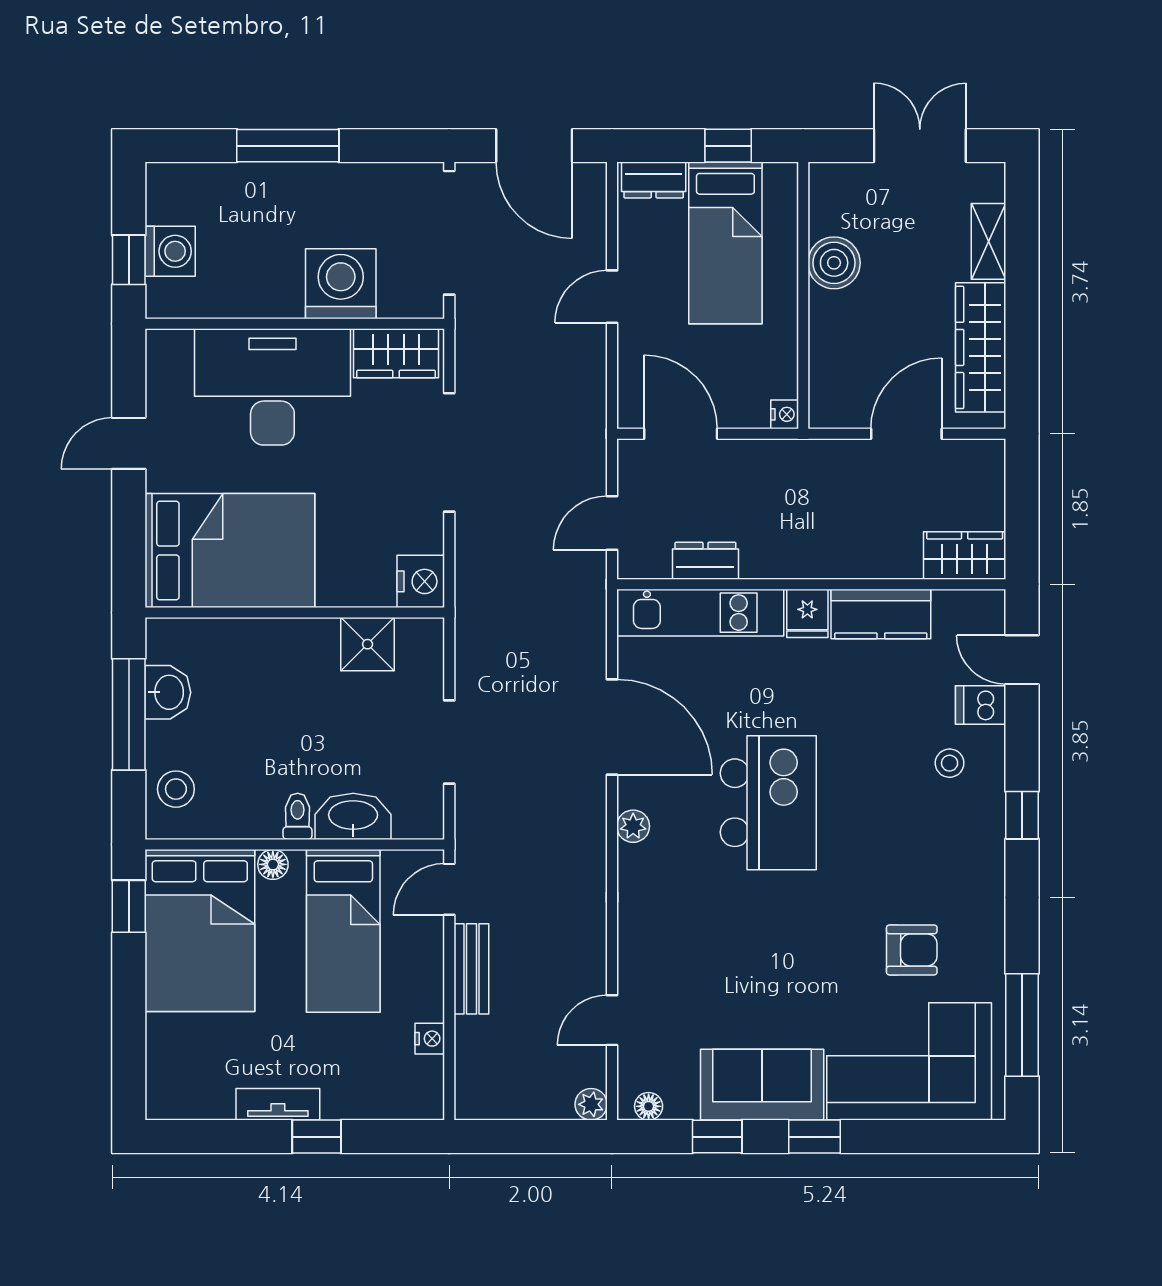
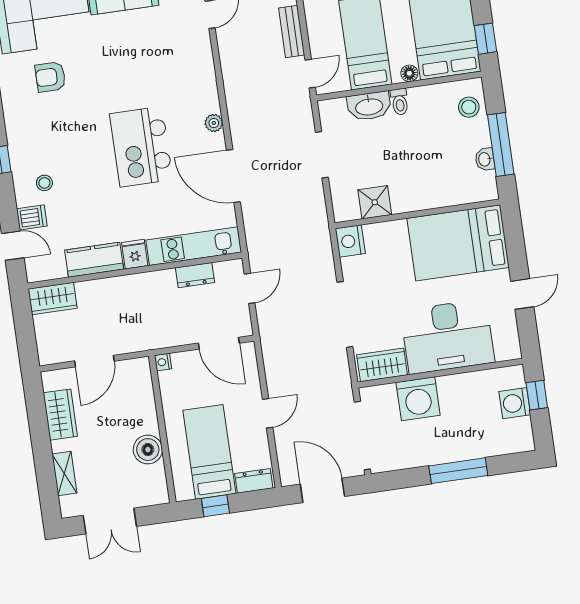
wardrobe: (981, 347) -> (60, 415), width x0.67
washbasin: (168, 692) -> (485, 159), width x0.72, depth x0.69

